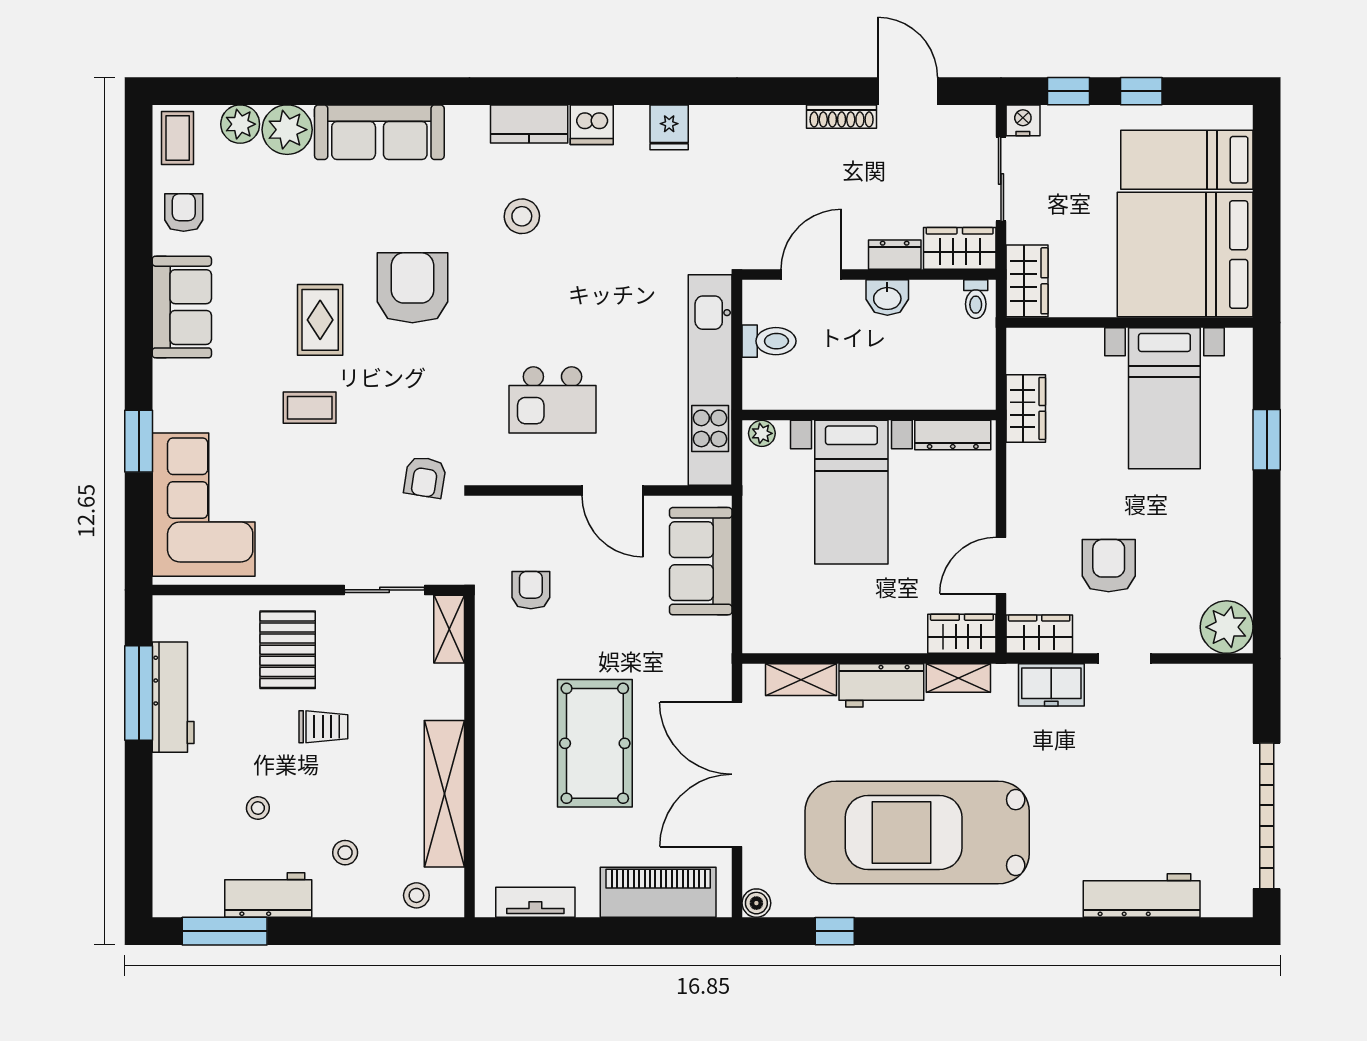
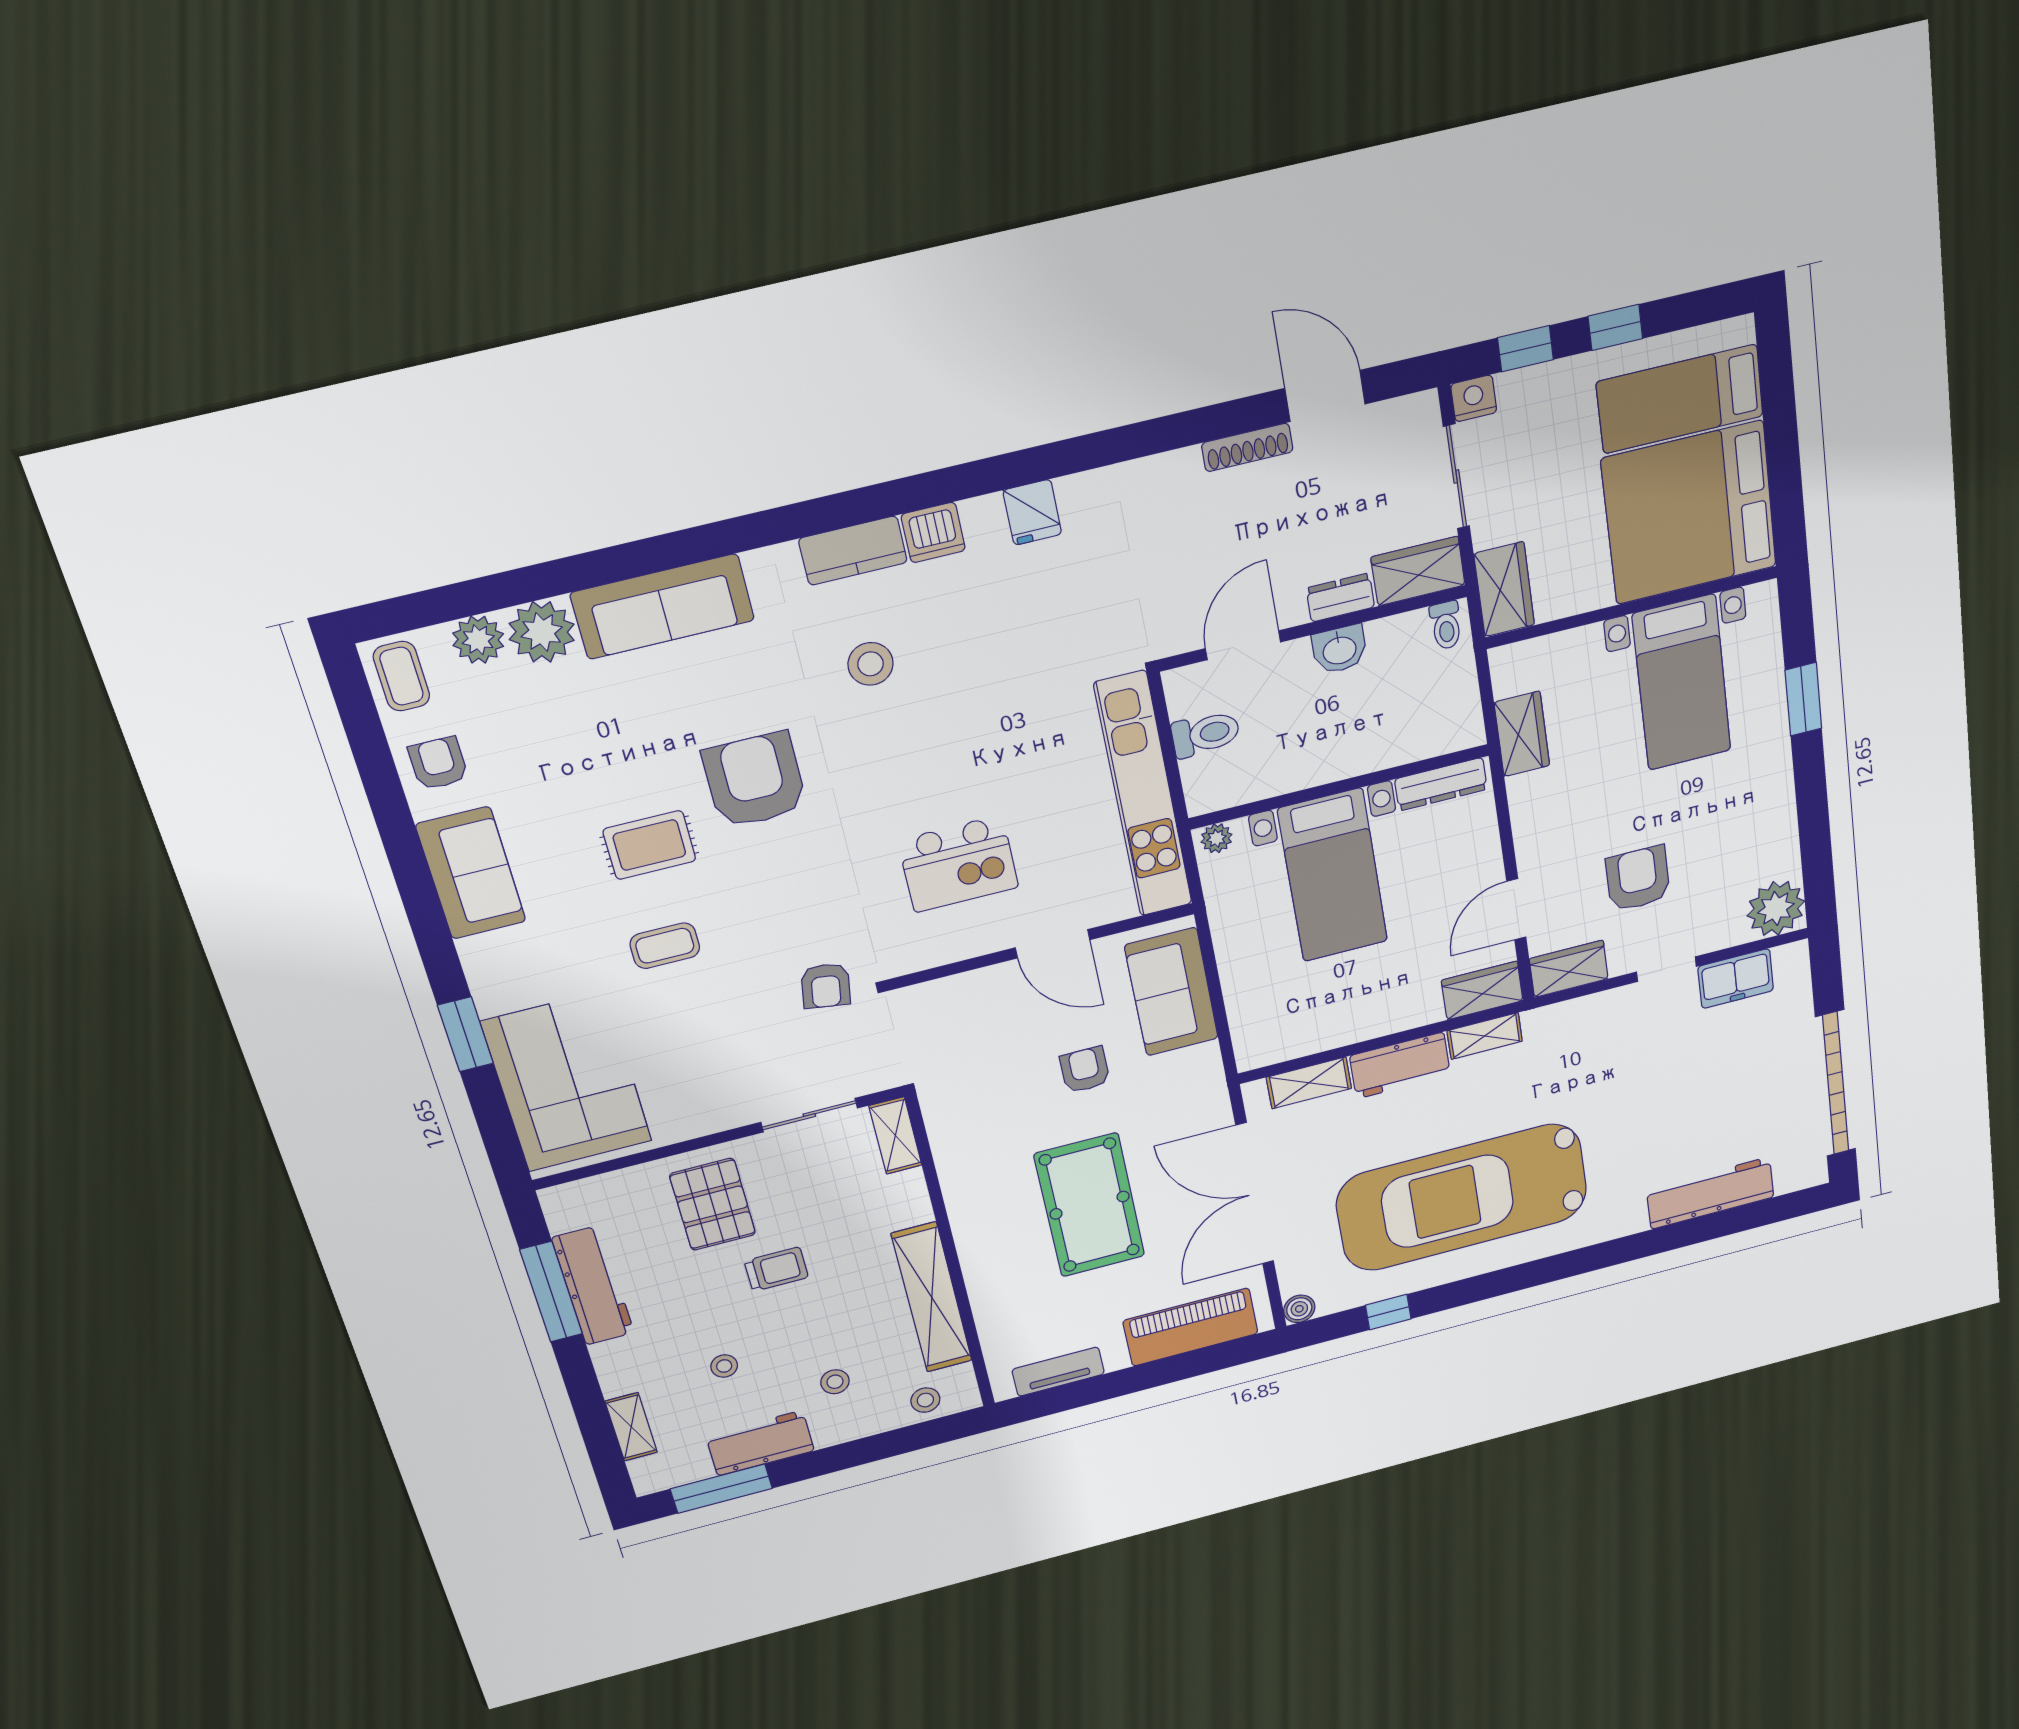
rug: (320, 320) -> (649, 845), turned 90
armchair: (531, 590) -> (1085, 1070), moved
freezer: (1051, 685) -> (1736, 979), moved
shelving: (167, 844) -> (631, 1427), added

